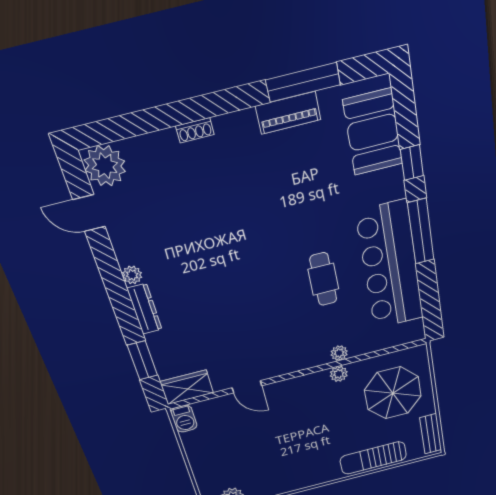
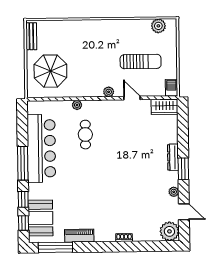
window: (303, 82) -> (55, 247), moved
window: (406, 113) -> (23, 223), added
plant: (132, 275) -> (174, 192), moved
cafe table: (323, 279) -> (85, 135), moved
window: (142, 360) -> (183, 169), moved
plant: (339, 374) -> (109, 92), moved
sun lounger: (373, 458) -> (141, 62), moved

